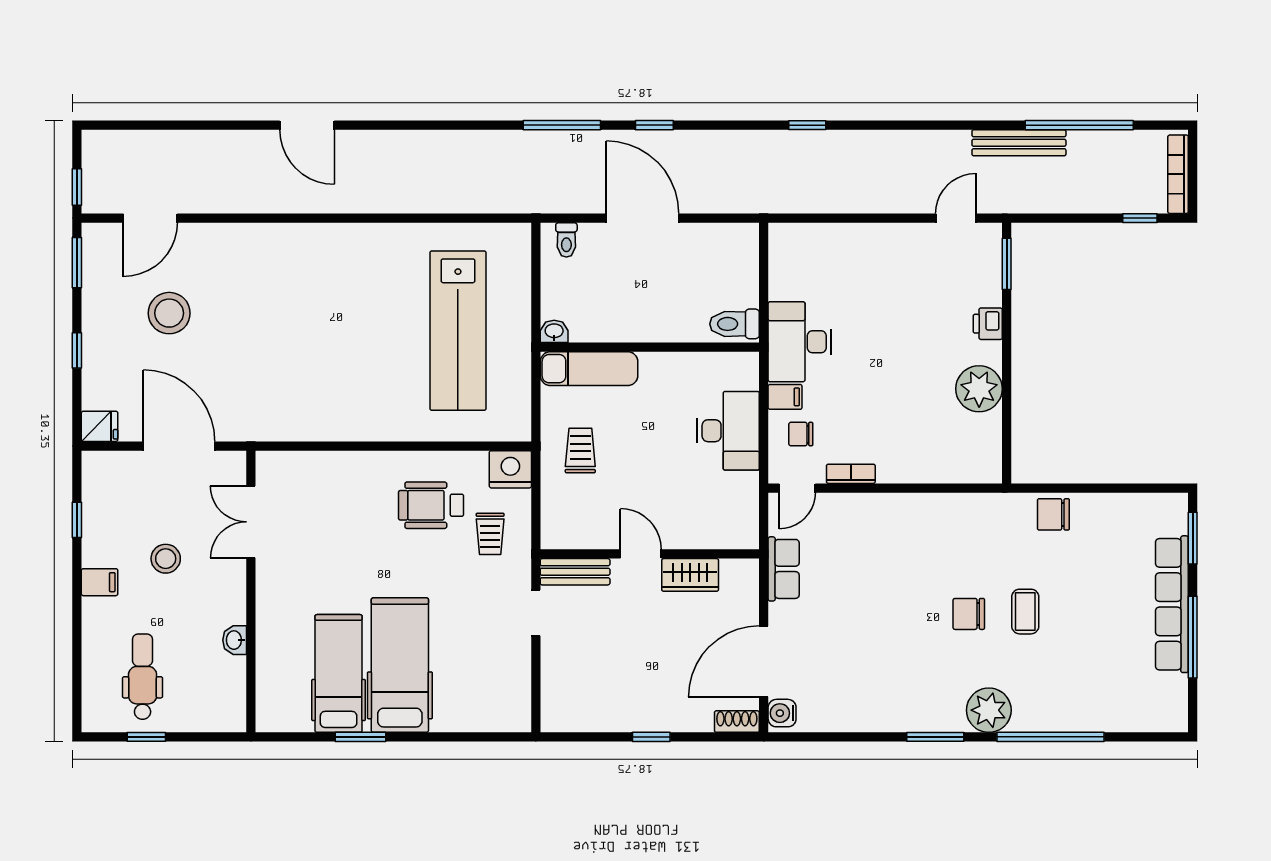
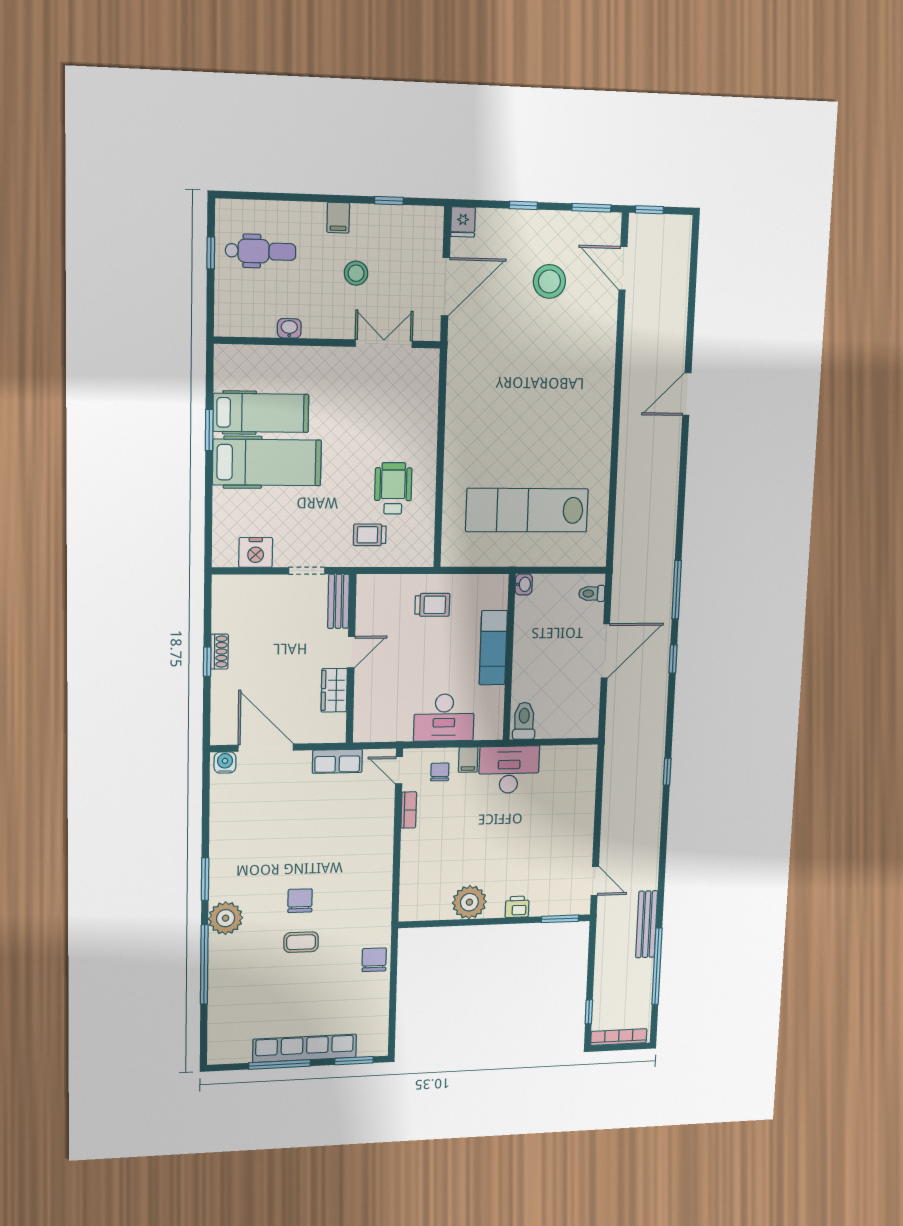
exam couch: (589, 369) -> (493, 648), moved
nightstand: (510, 469) -> (256, 552), moved, turned 90
shoe rack: (737, 722) -> (219, 652), moved

